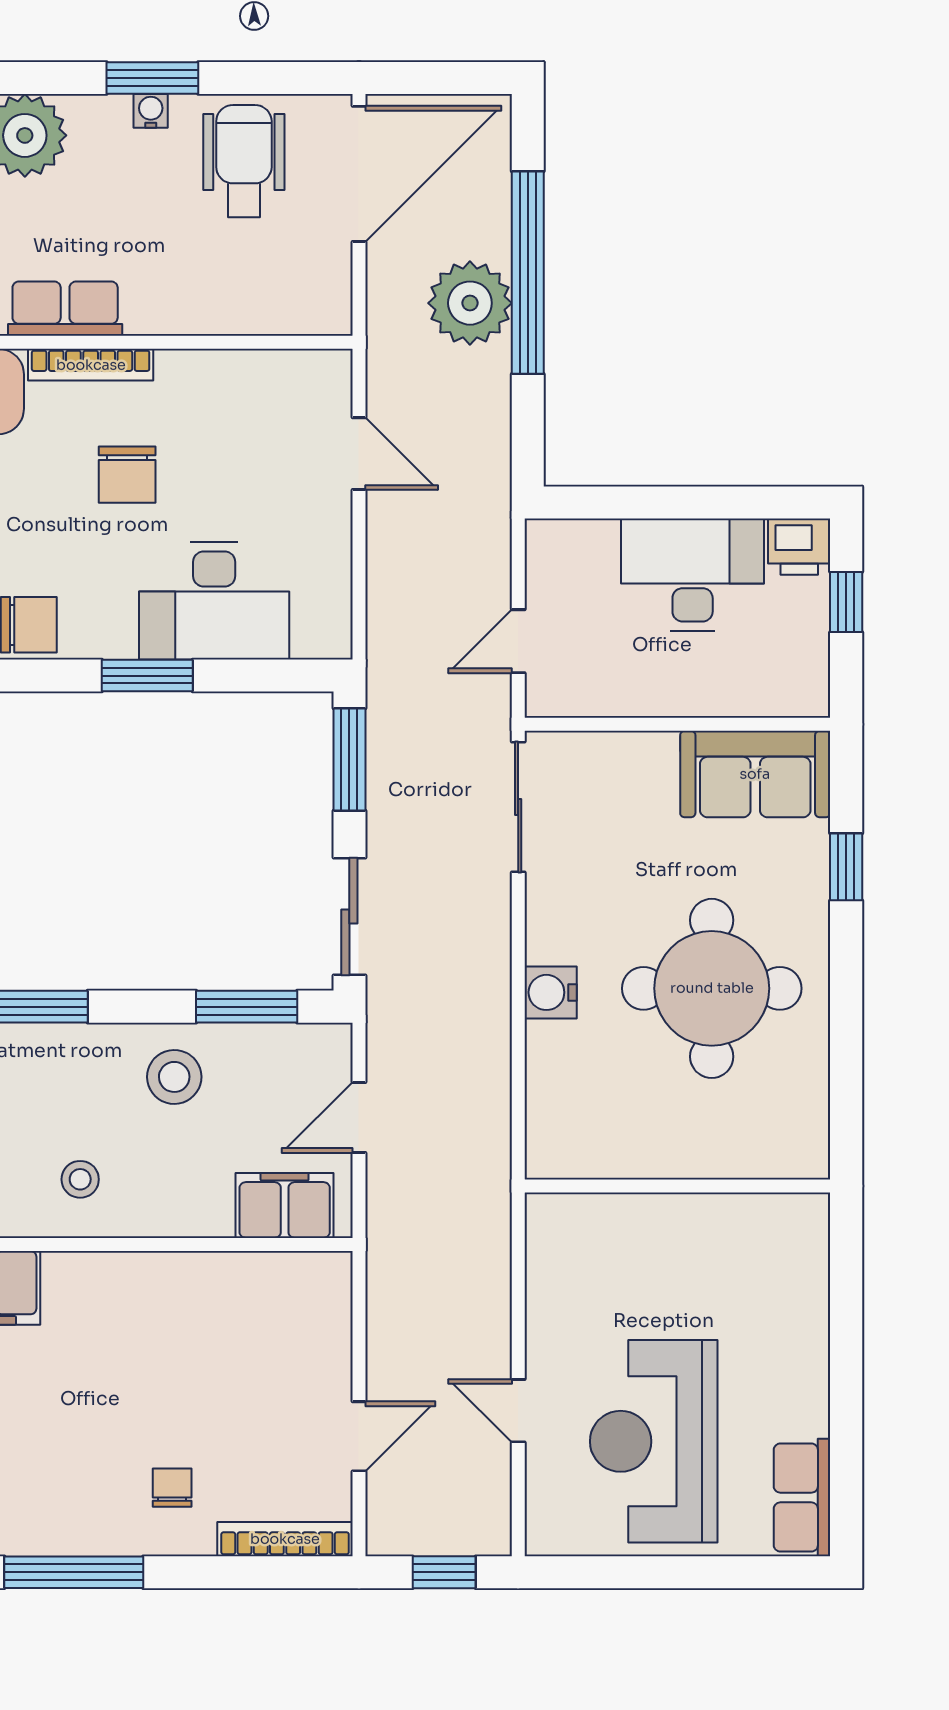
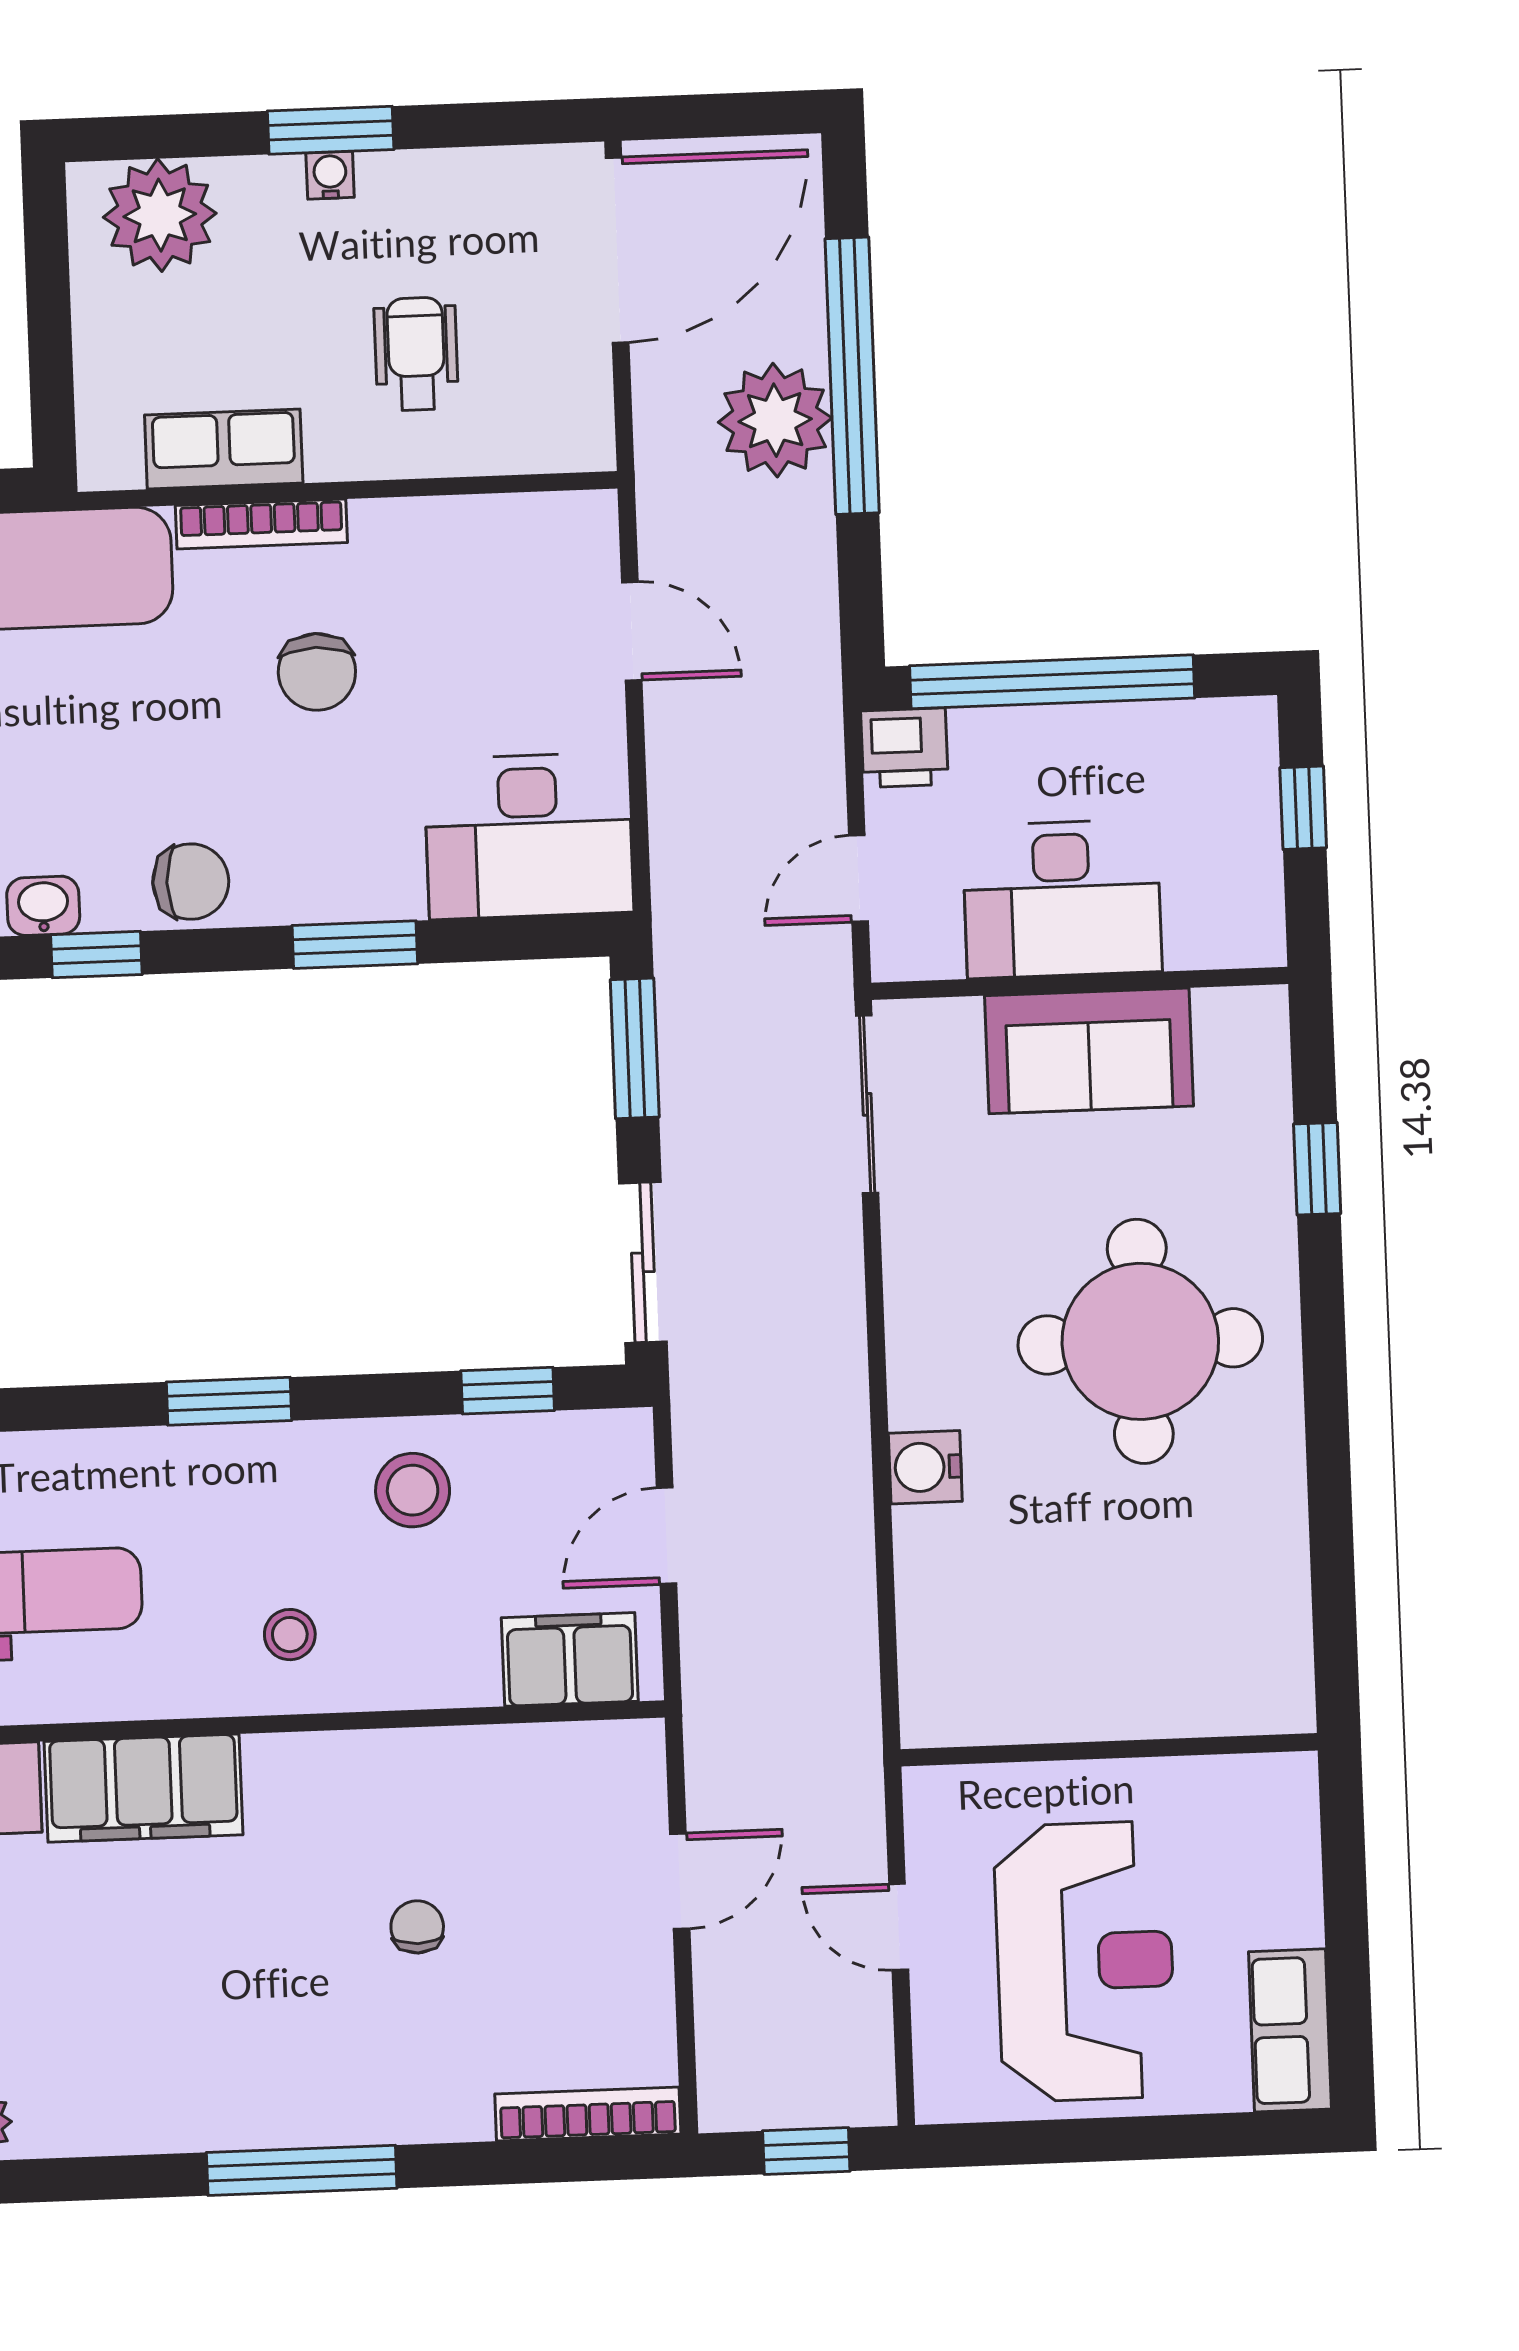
wheelchair: (244, 161) -> (416, 354), moved, width x0.73, depth x0.73
window: (666, 503) -> (1052, 682), added
printer: (799, 547) -> (904, 748), moved
desk: (693, 575) -> (1062, 899), moved, turned 180
desk: (214, 601) -> (529, 836), moved
sofa: (755, 774) -> (1089, 1051), moved
water cooler: (551, 992) -> (925, 1467), moved
window: (247, 1007) -> (508, 1391), width x0.67
wall: (677, 1186) -> (1109, 1750), moved
door: (359, 1436) -> (680, 1881), moved
reception desk: (654, 1441) -> (1085, 1961), turned 180
chair: (172, 1488) -> (417, 1927), moved

